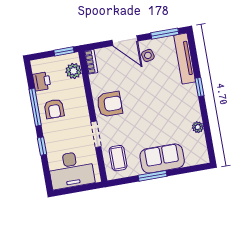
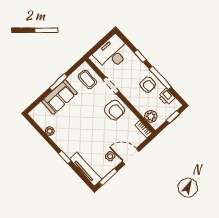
window: (64, 51) -> (173, 117), moved
armchair: (110, 104) -> (114, 110), turned -90
armchair: (54, 109) -> (148, 85), turned 180

